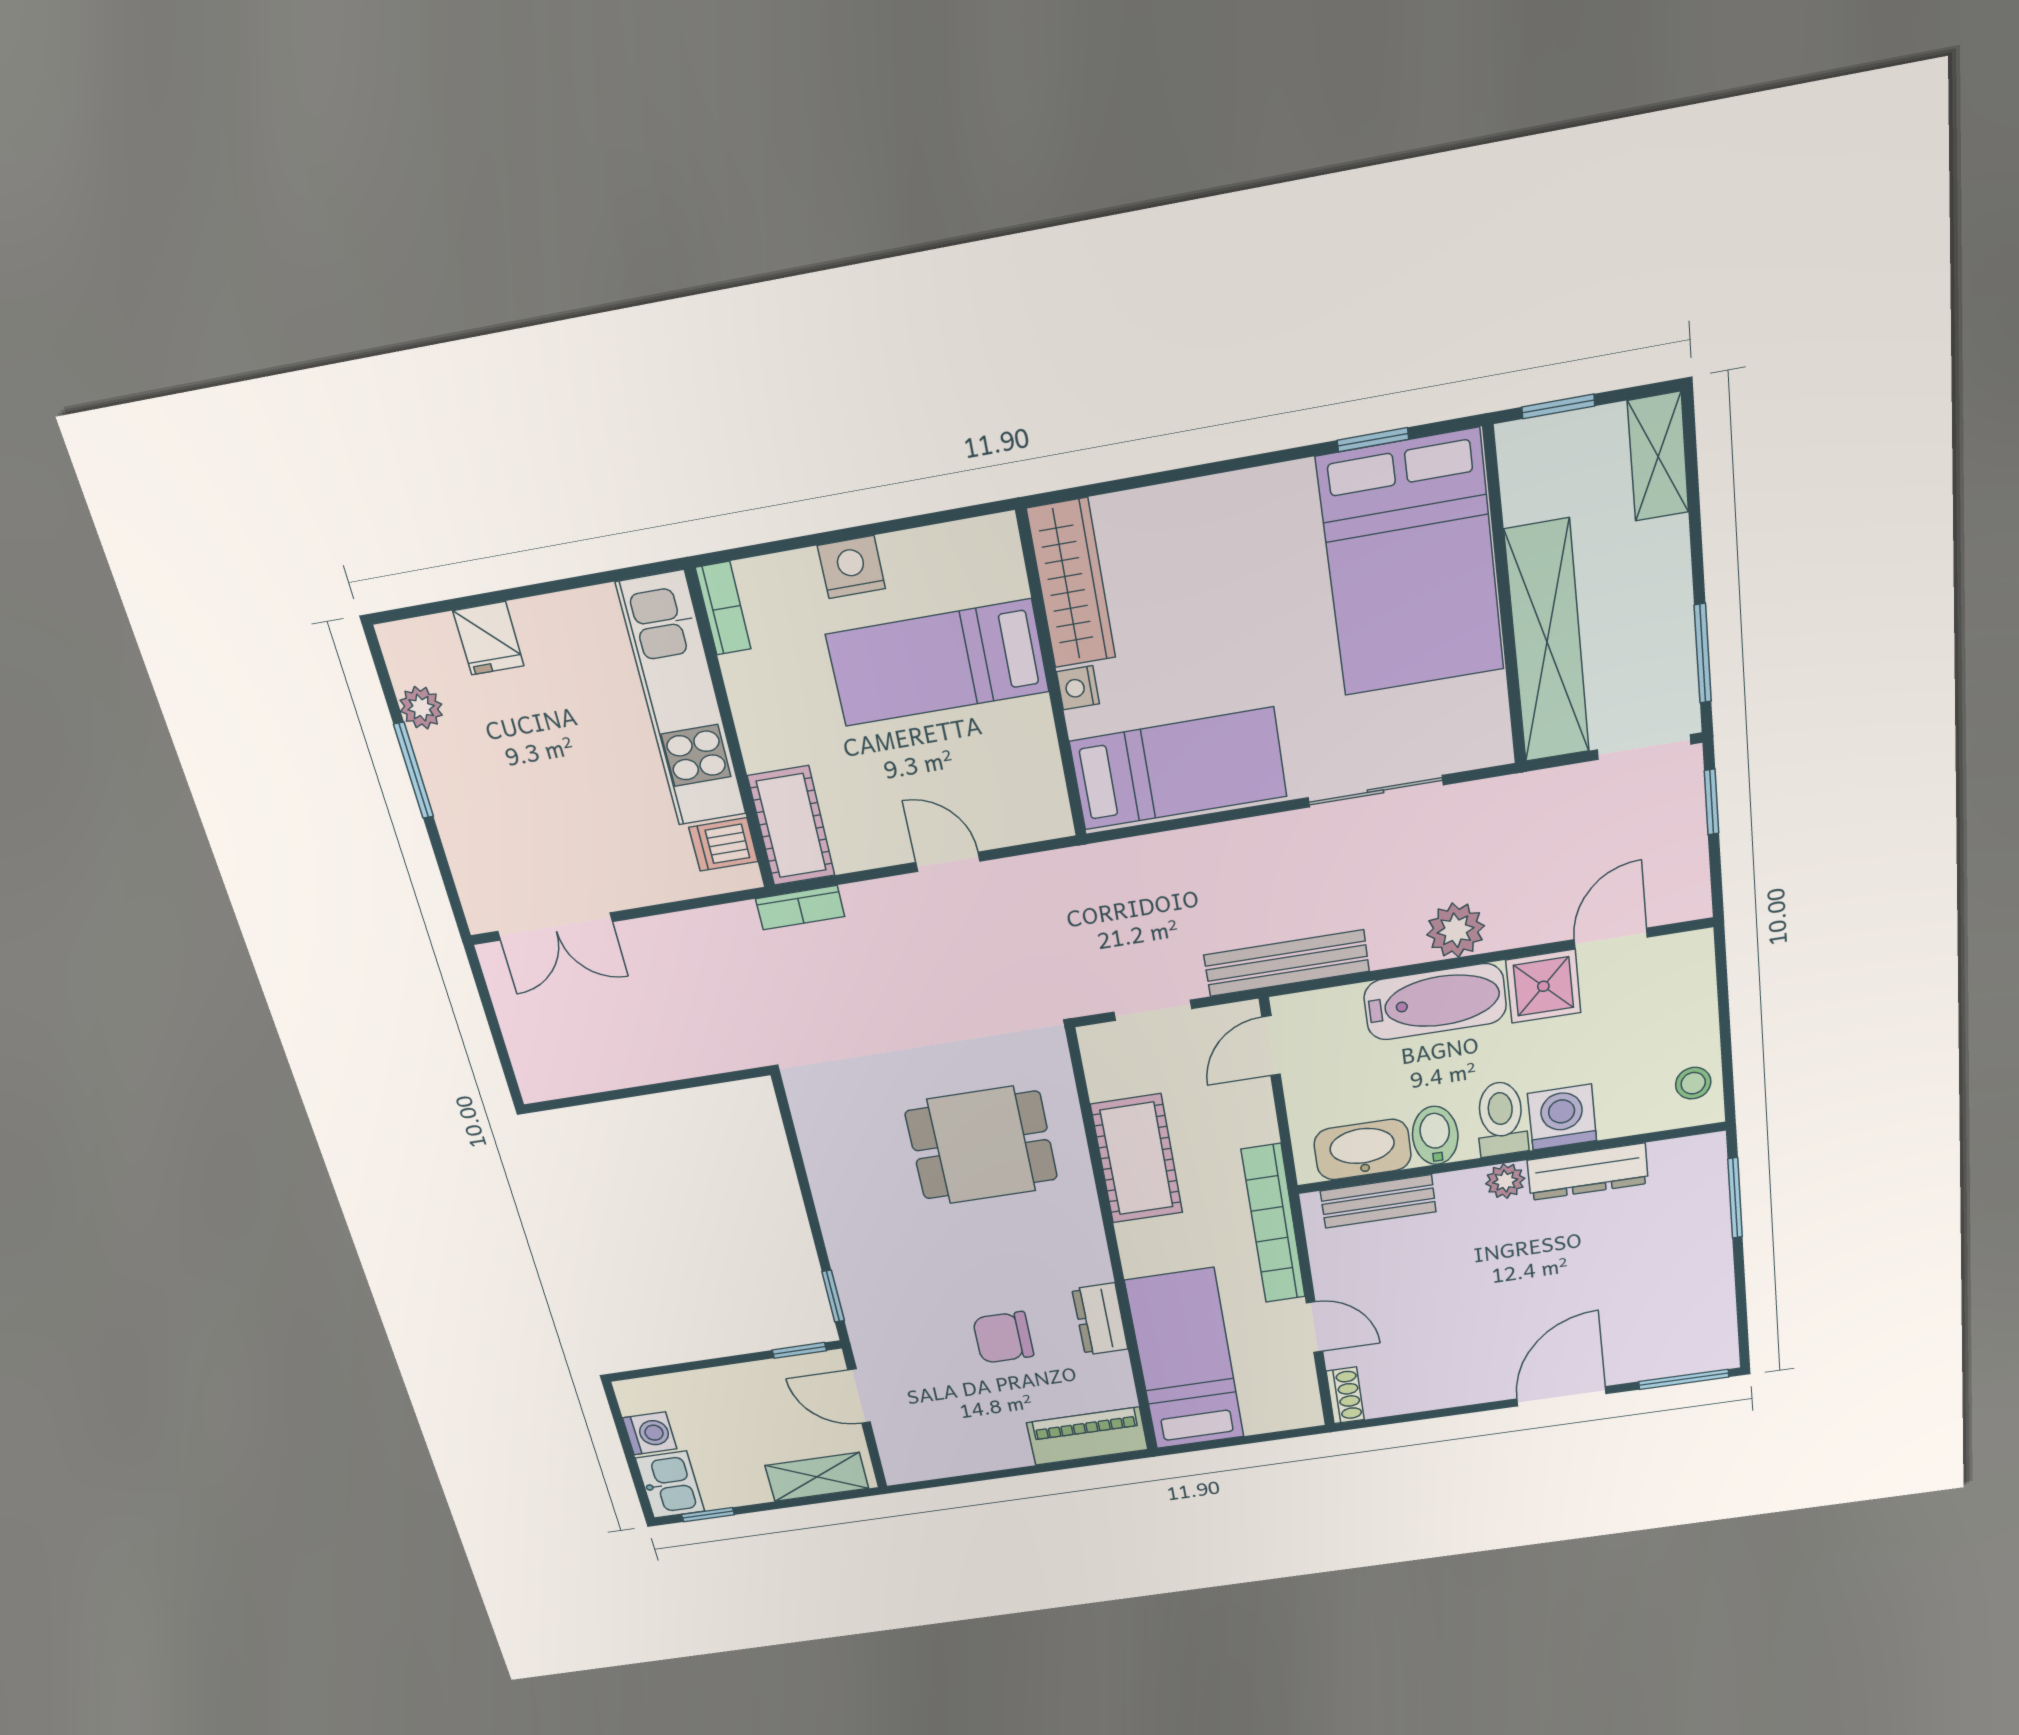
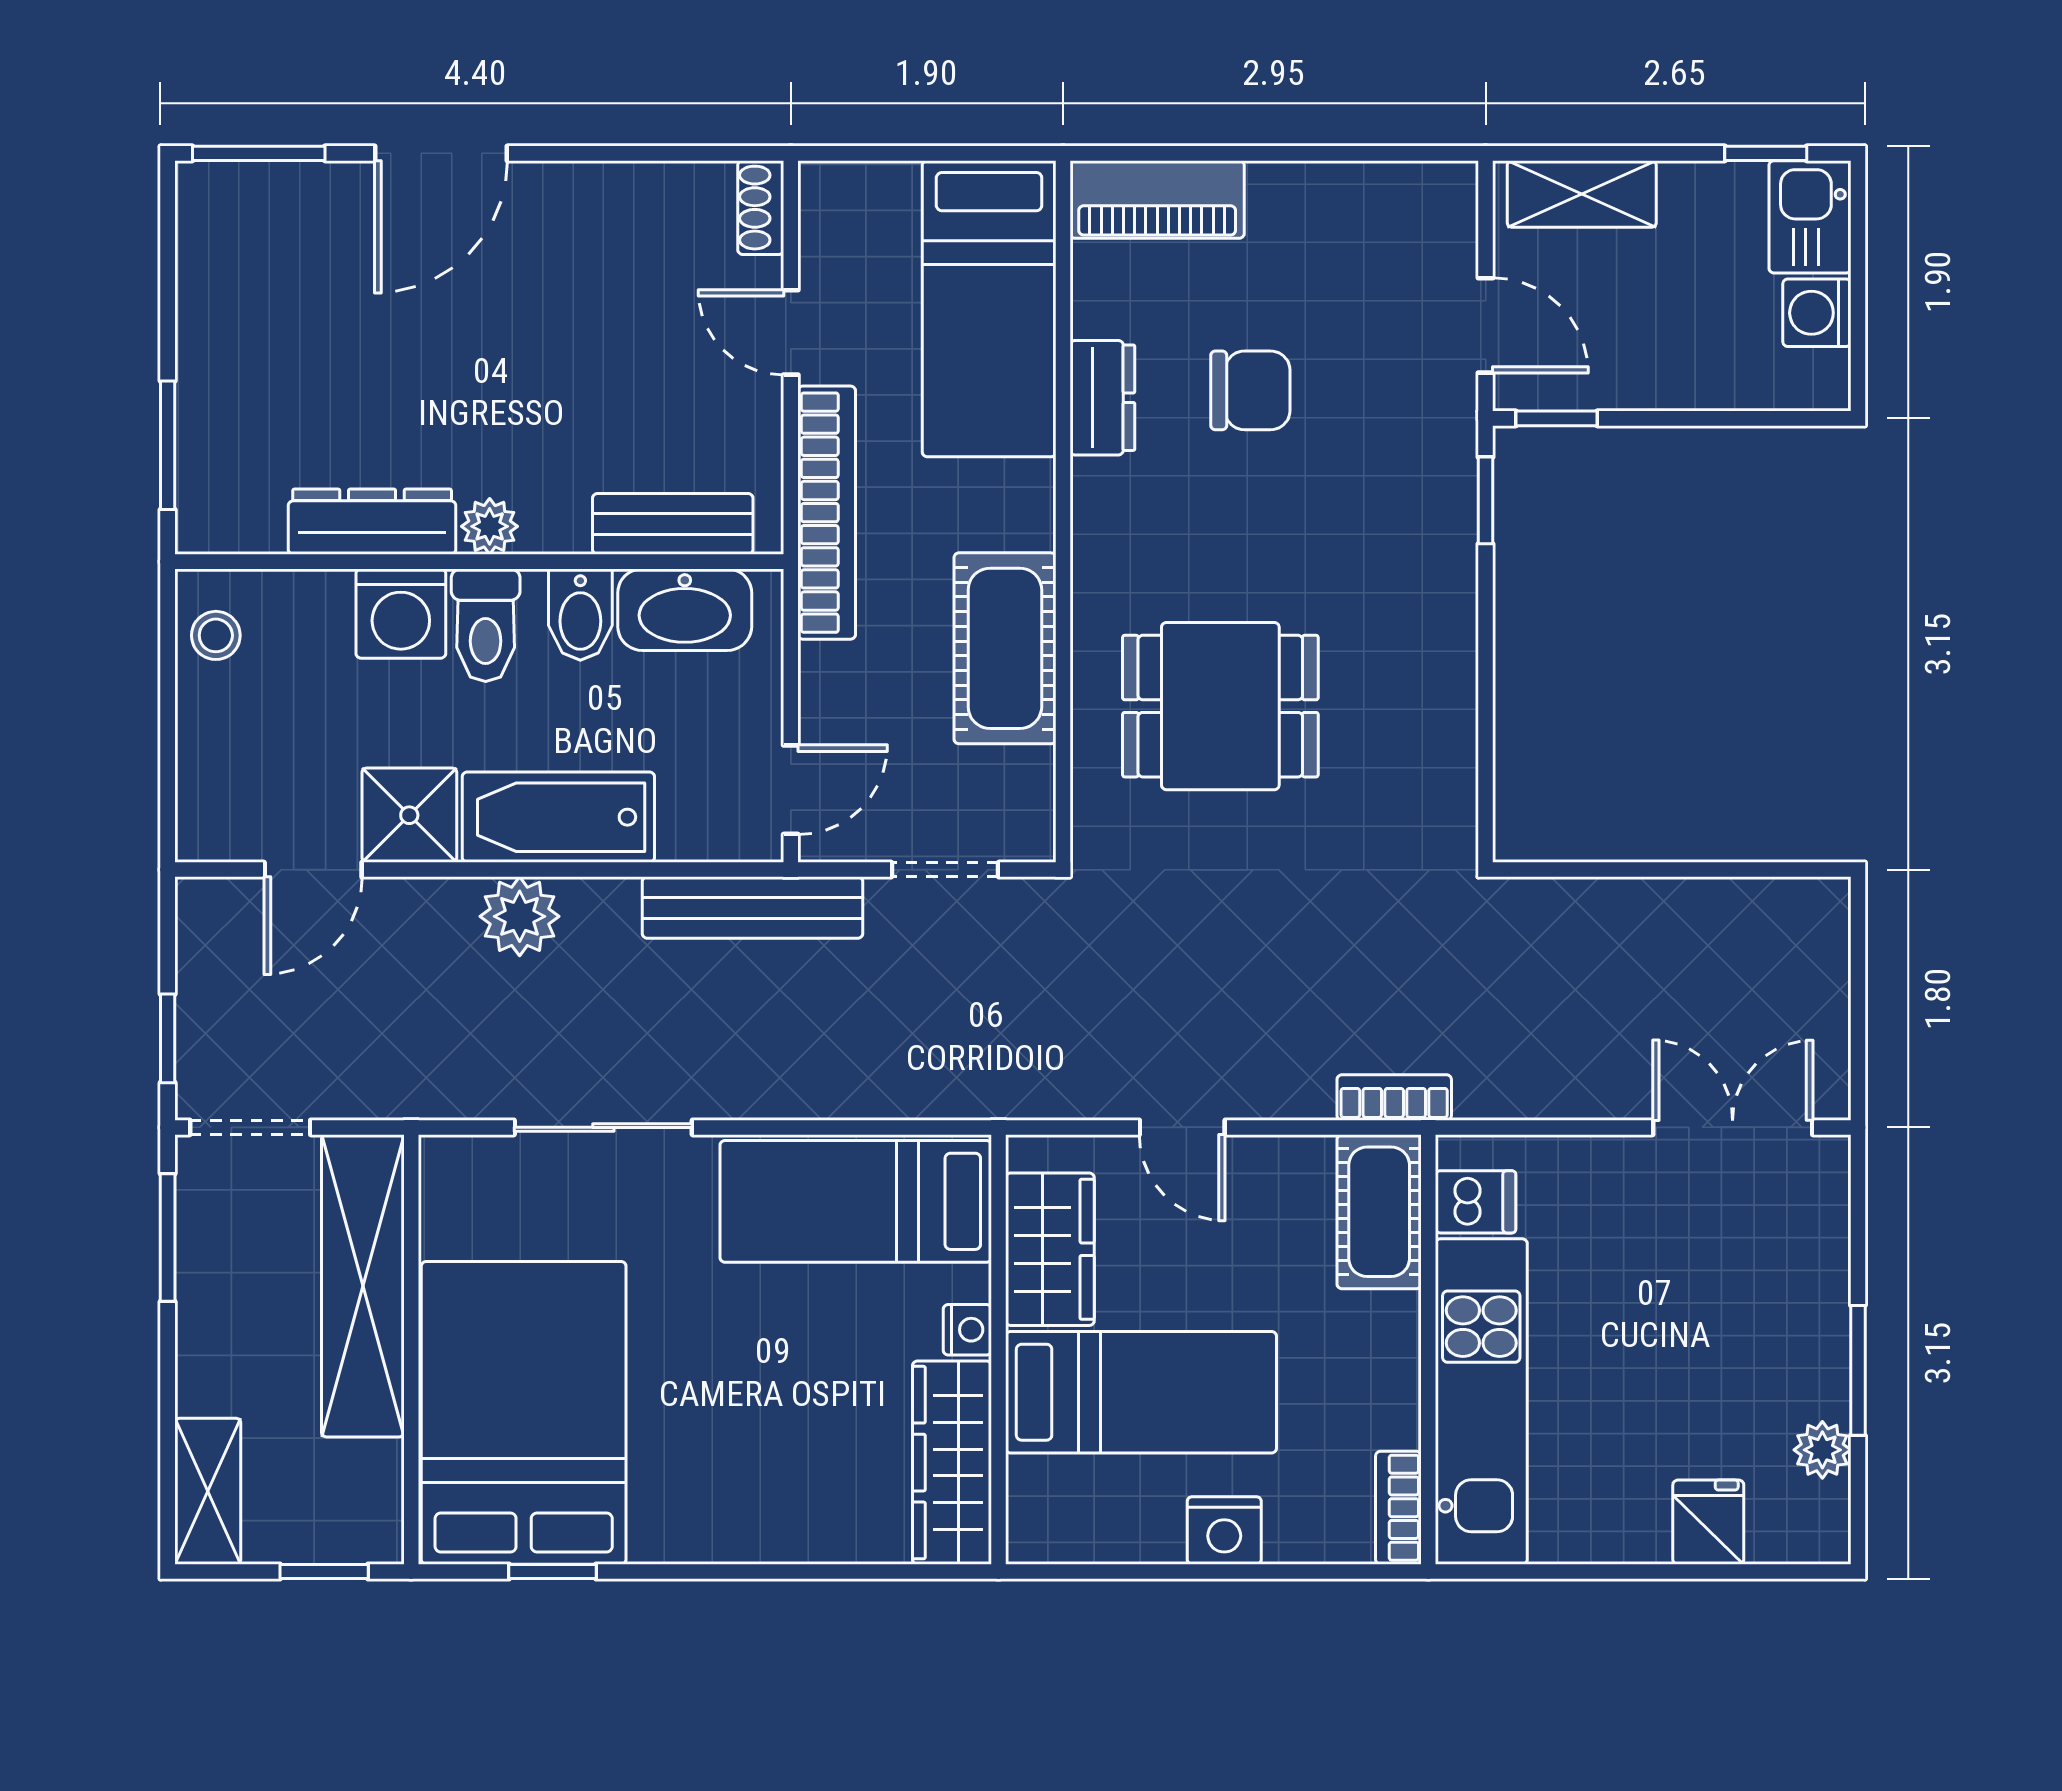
wardrobe: (1027, 758) -> (1050, 1249), added

